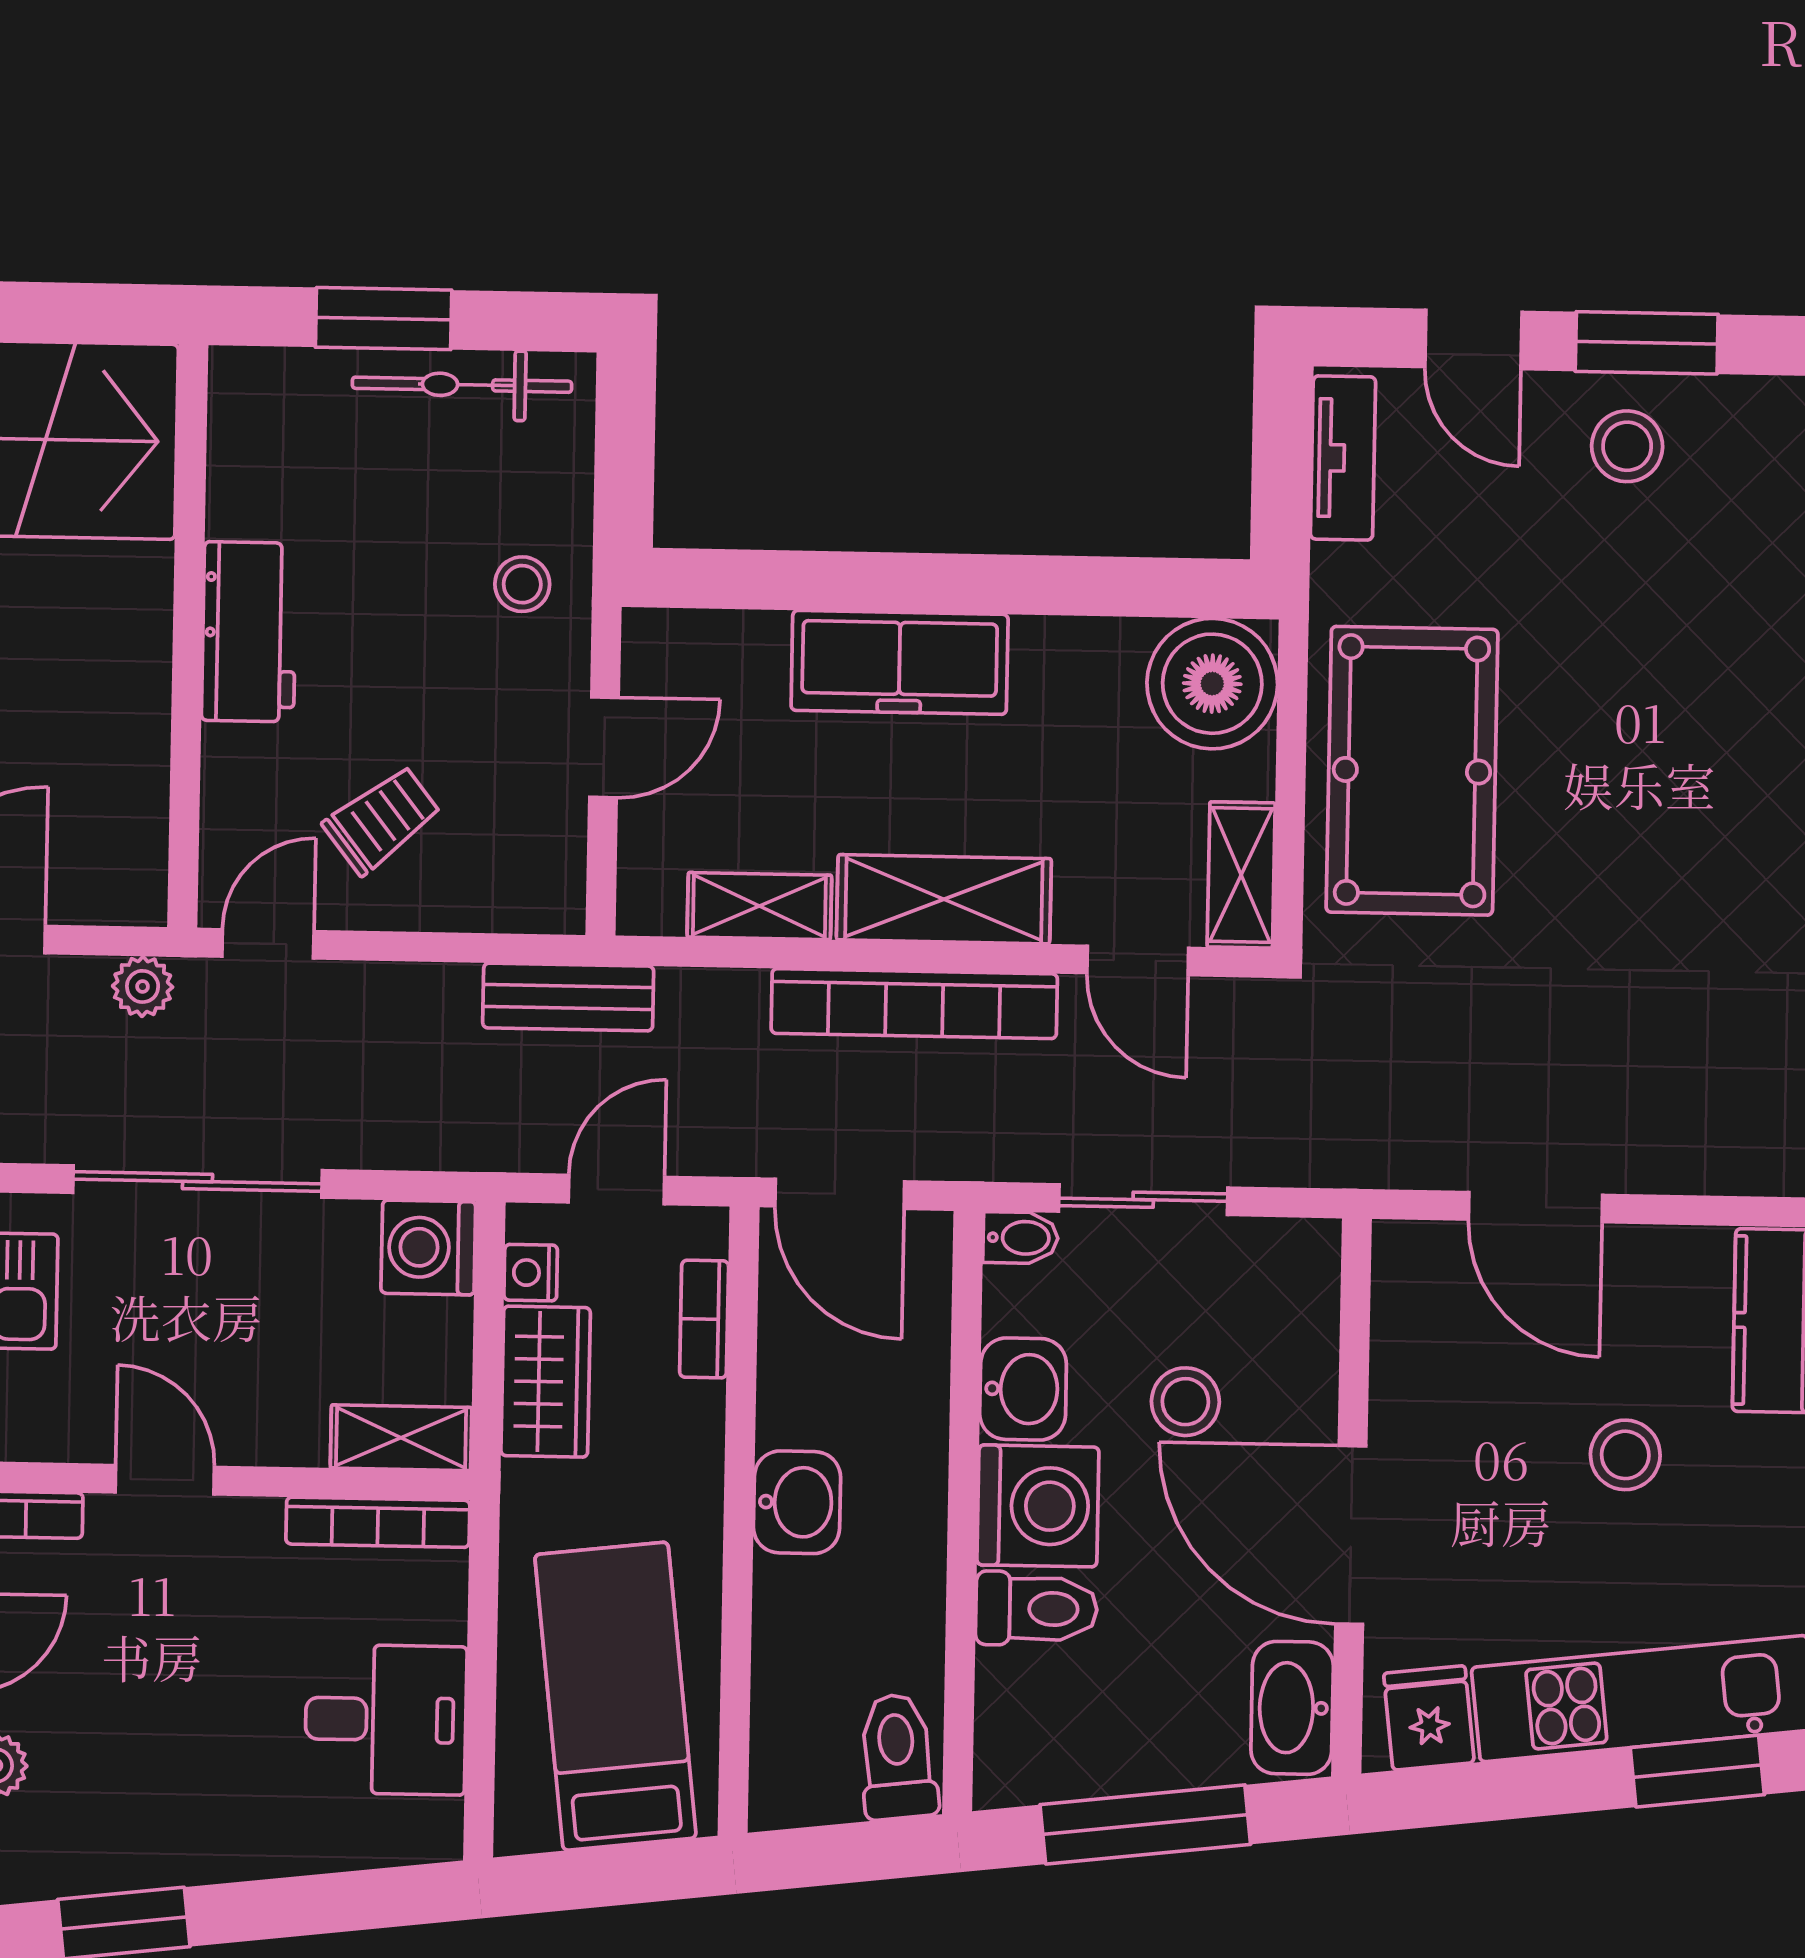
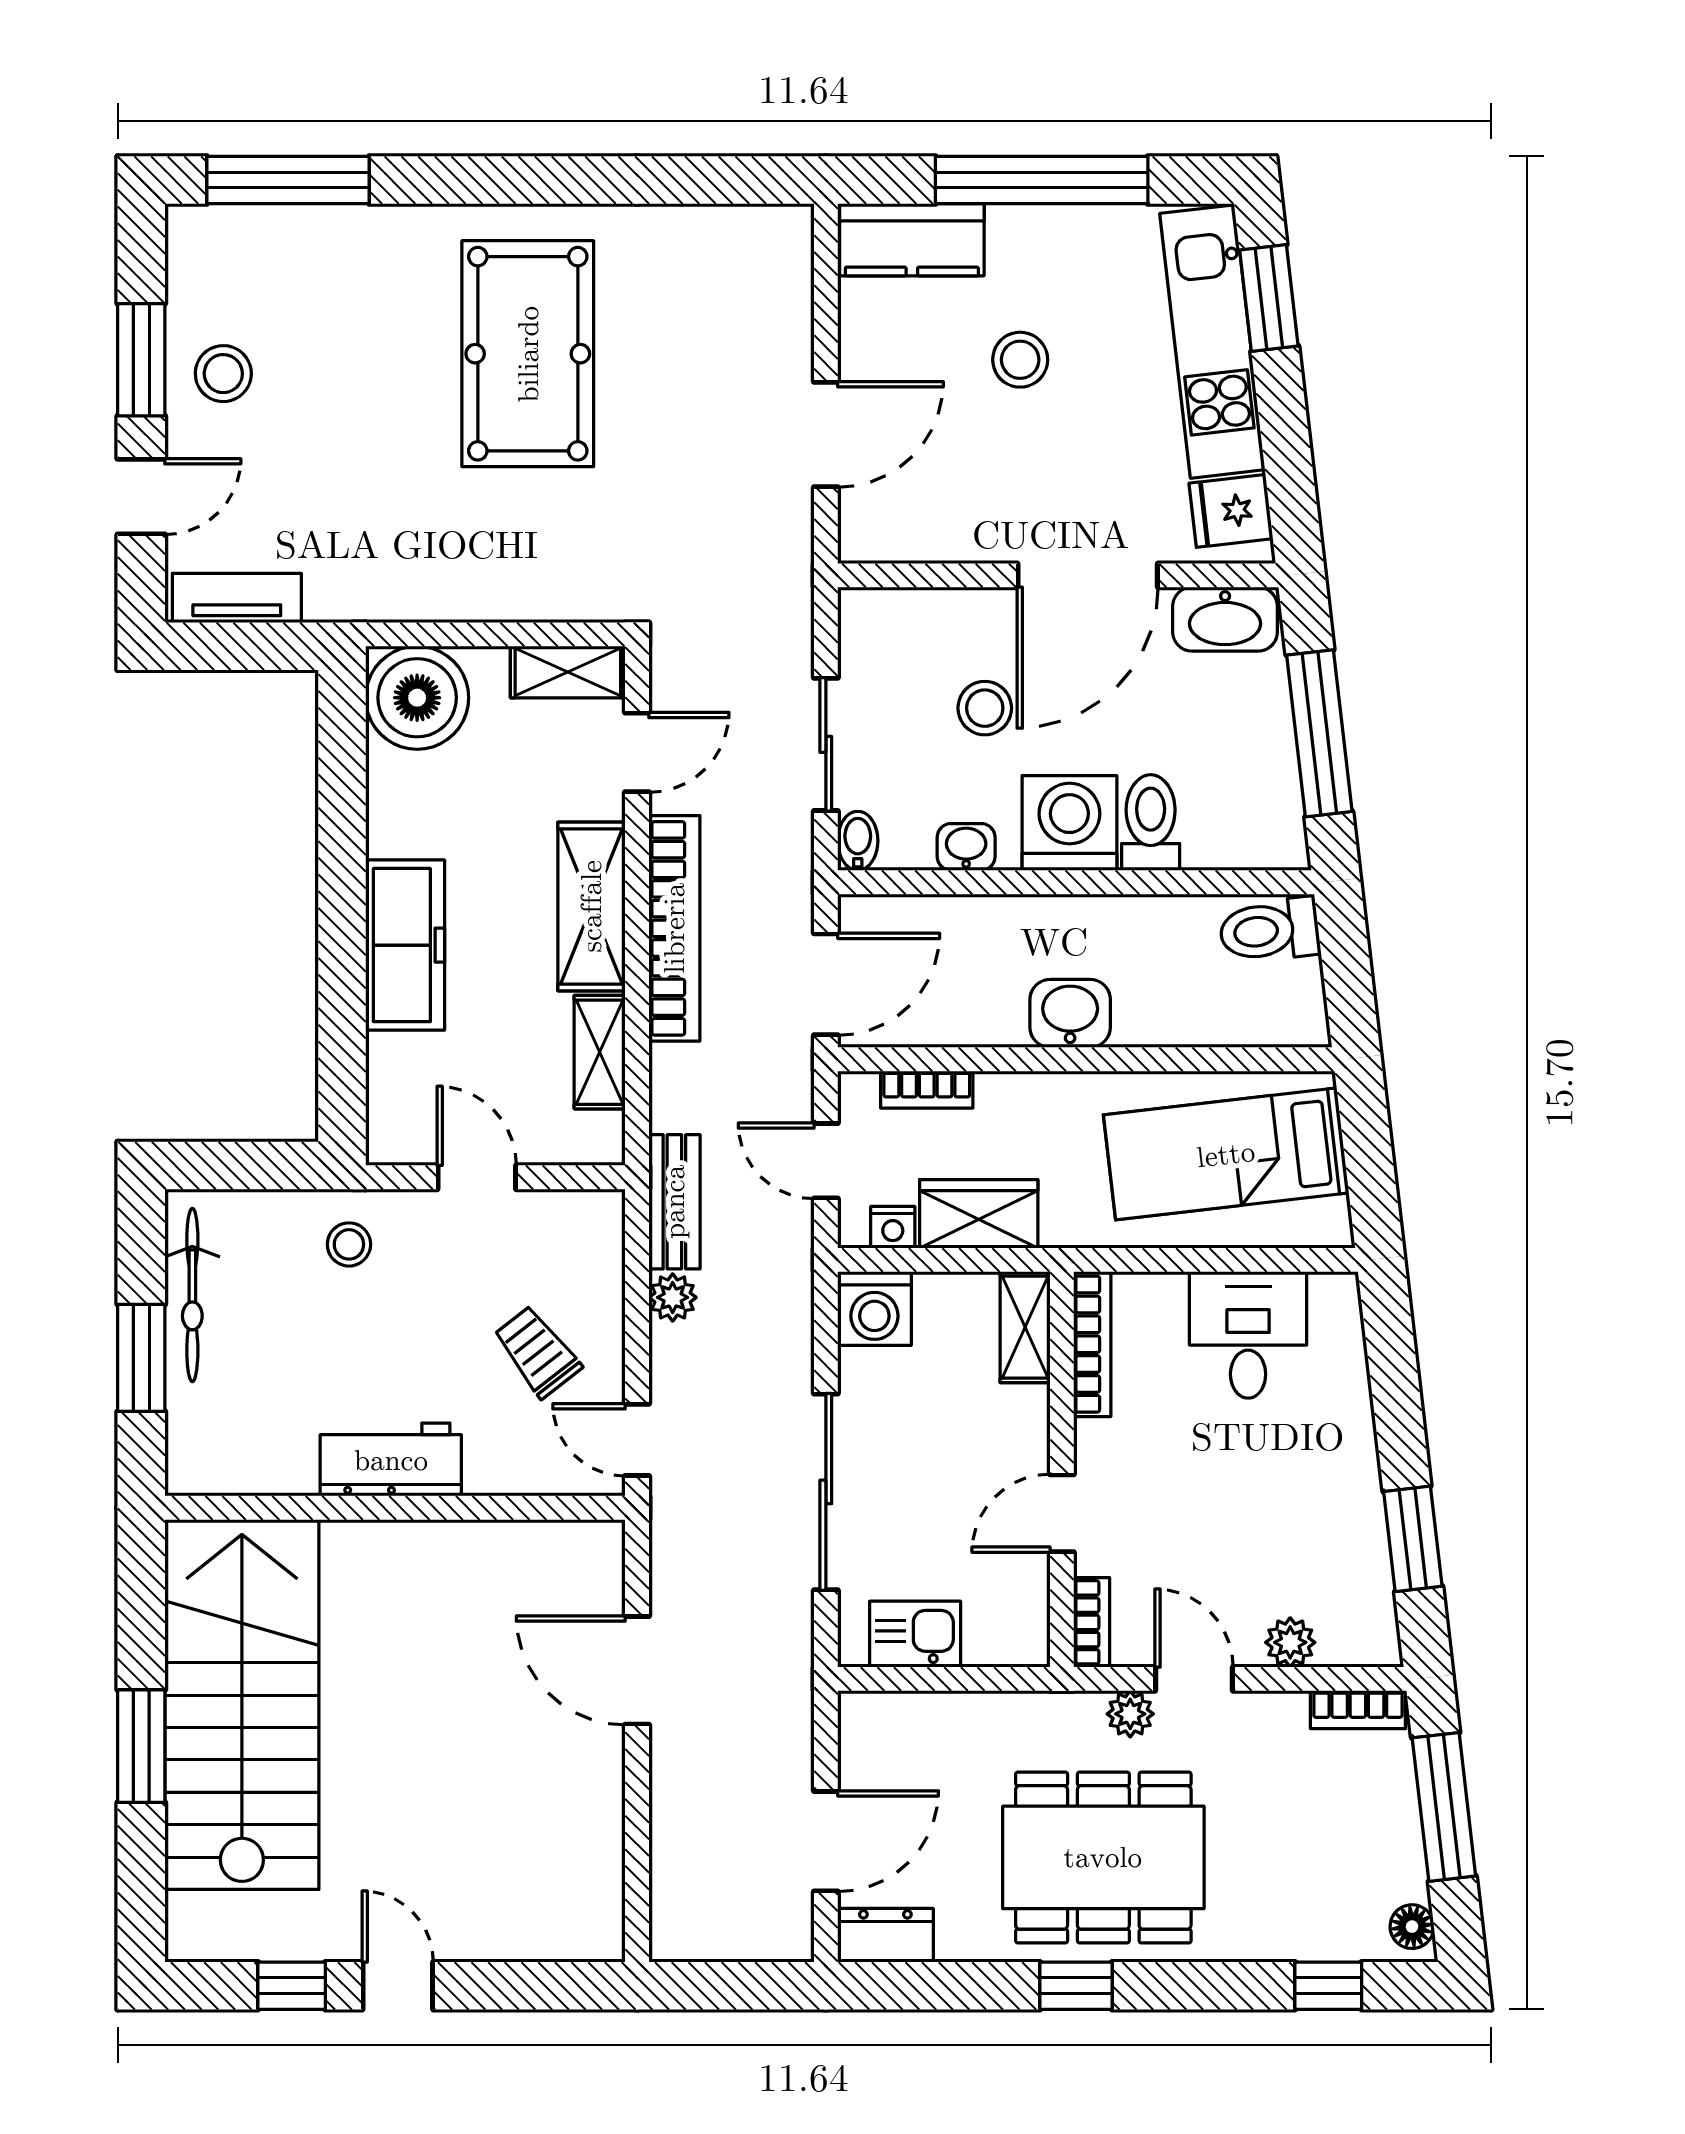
pool table: (1412, 771) -> (528, 354), moved, turned 90
plant: (143, 986) -> (673, 1297), moved
washbasin: (1023, 1389) -> (966, 847), width x0.72, depth x0.69

